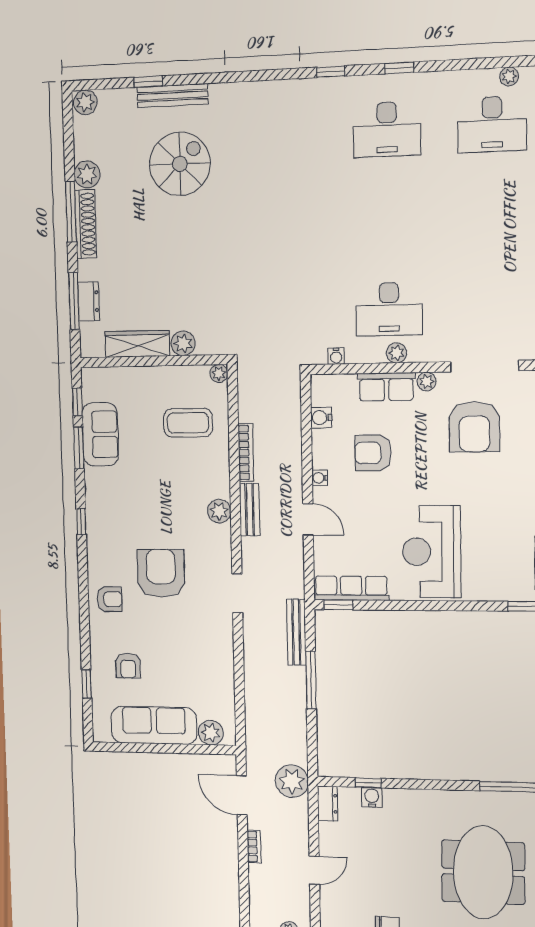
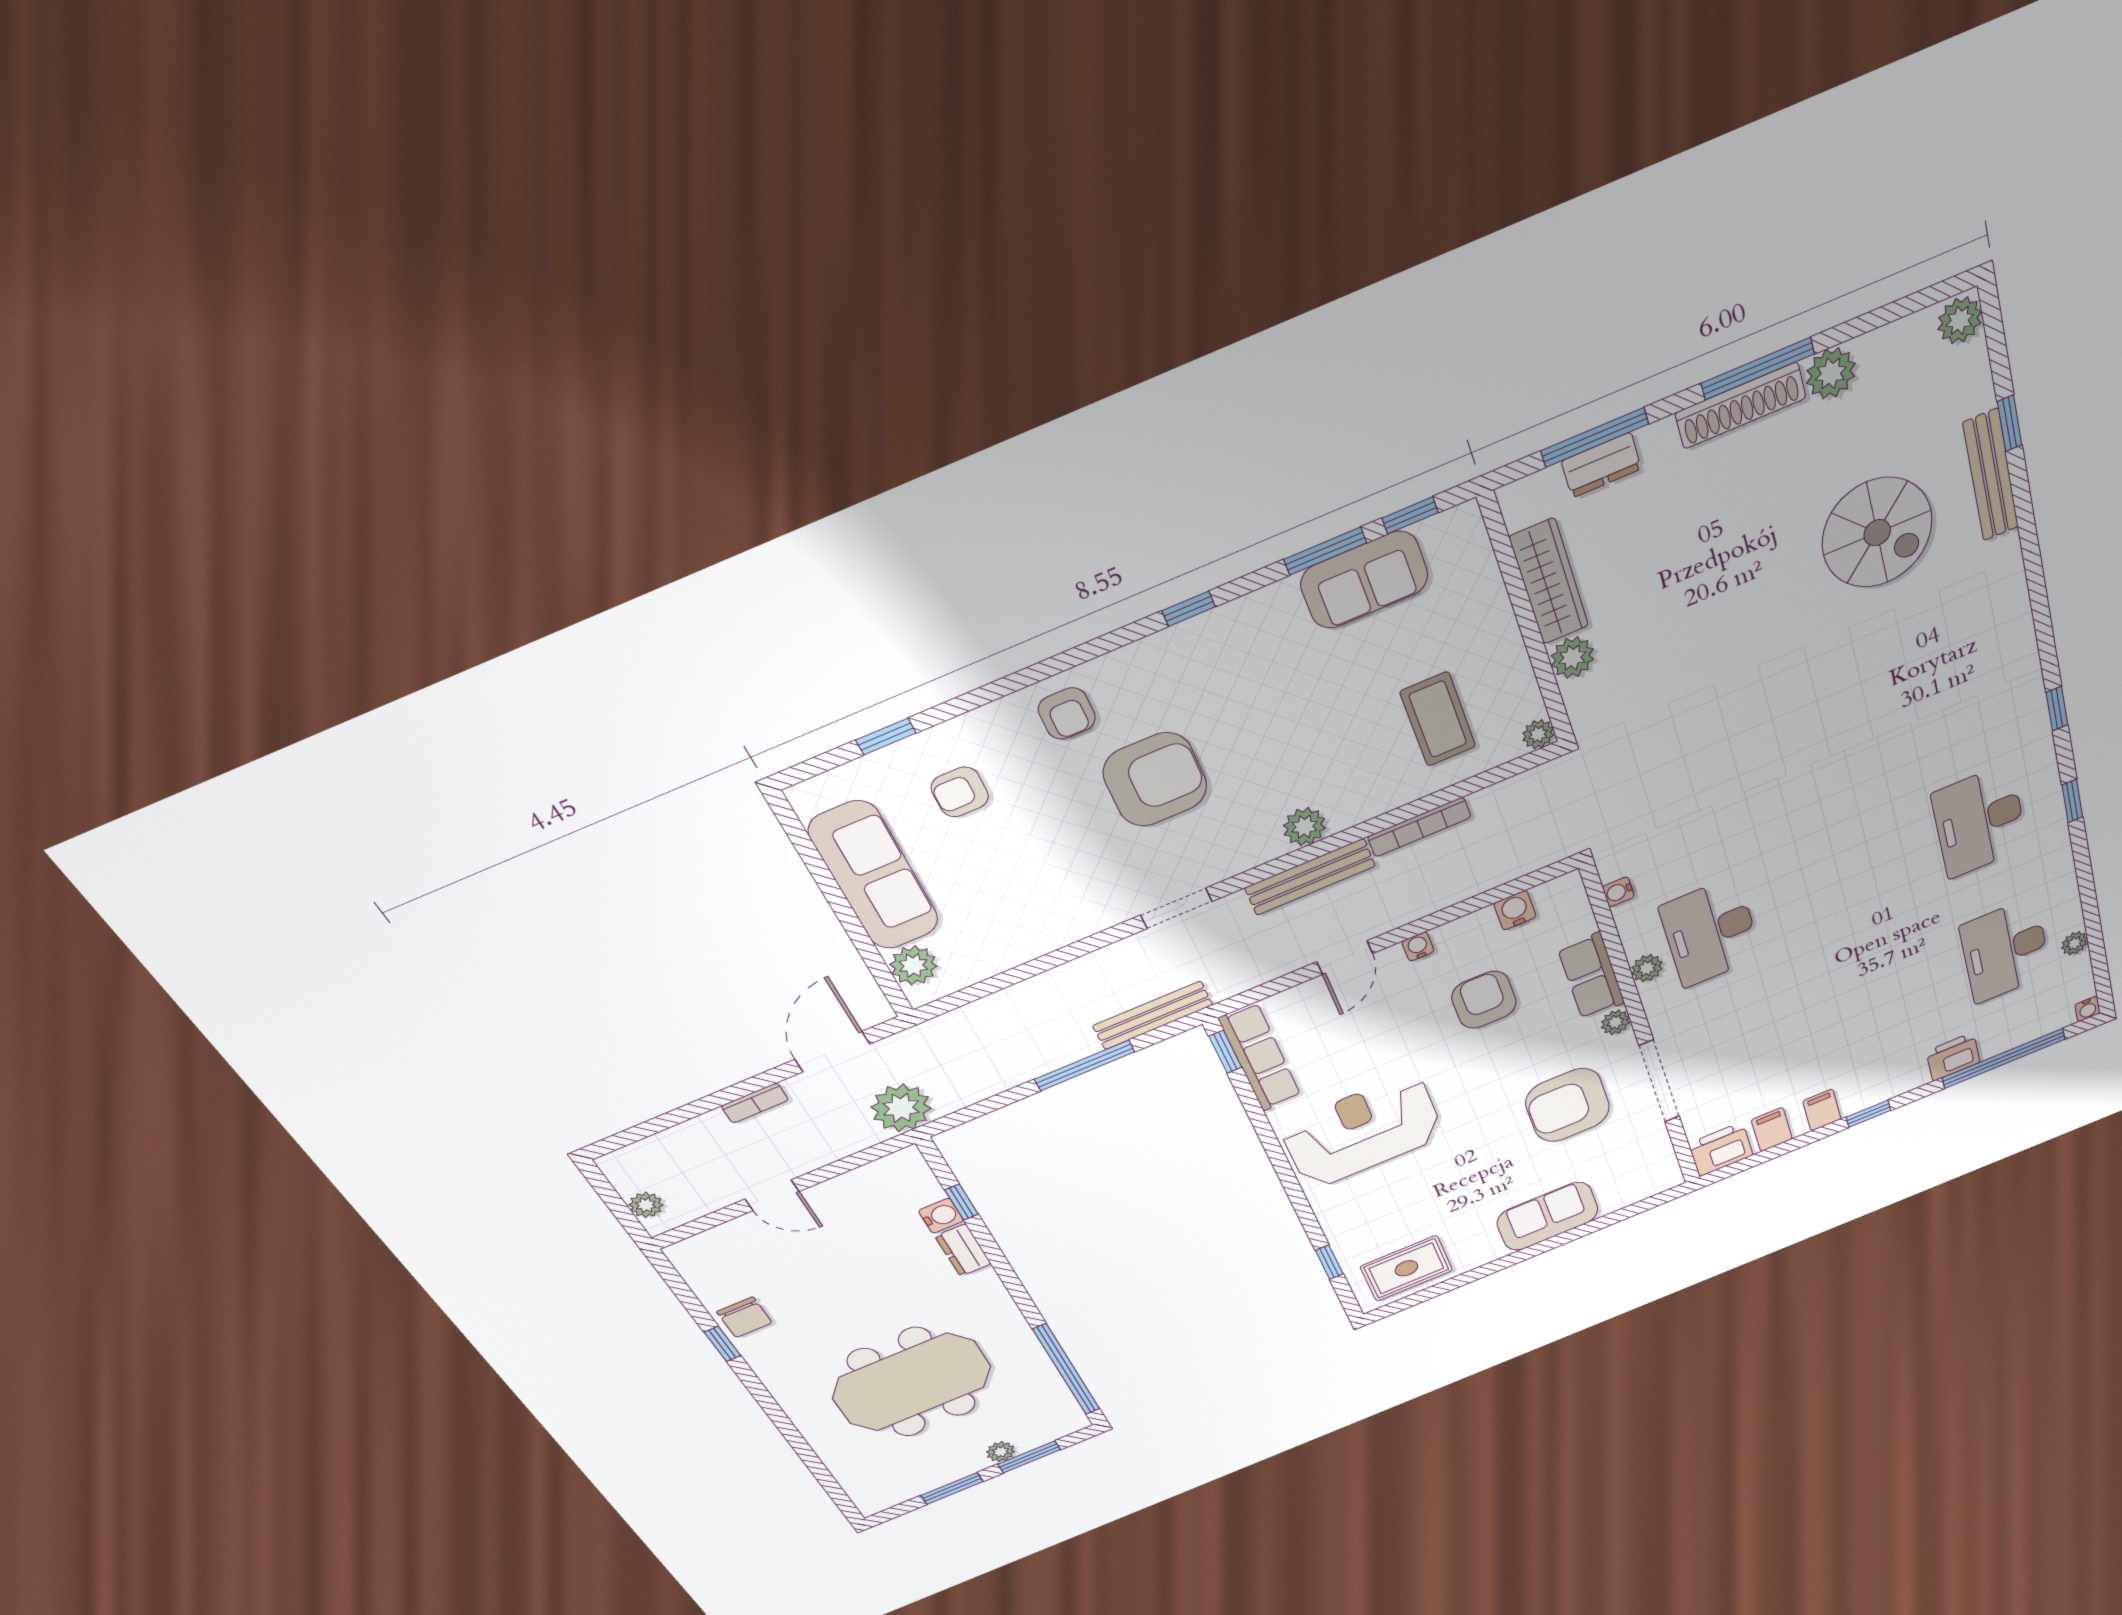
bench: (250, 510) -> (1310, 877), width x1.36
dresser: (328, 804) -> (963, 1250), moved, turned 90

